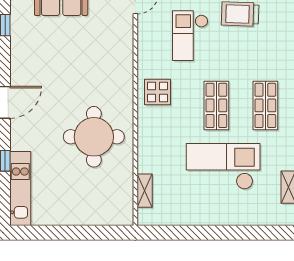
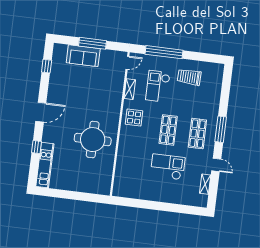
checkout: (223, 166) -> (168, 167), width x0.73, depth x0.83
shelving: (145, 191) -> (130, 89), moved

